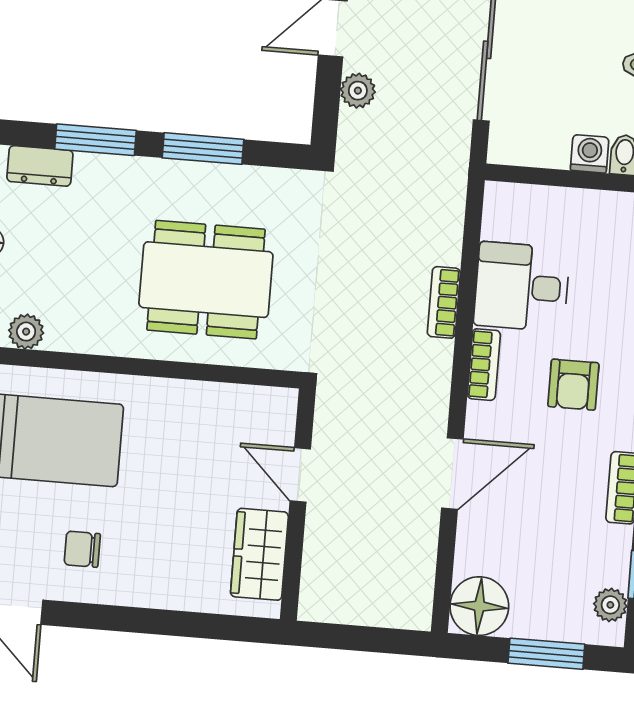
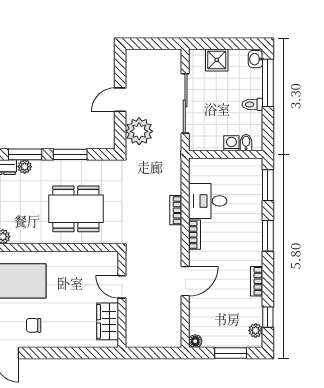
plant: (358, 91) -> (139, 131), width x1.88, depth x1.88
plant: (92, 169) -> (25, 167), added
armchair: (573, 385) -> (233, 240), removed
floor lamp: (479, 606) -> (195, 341), width x0.53, depth x0.53

